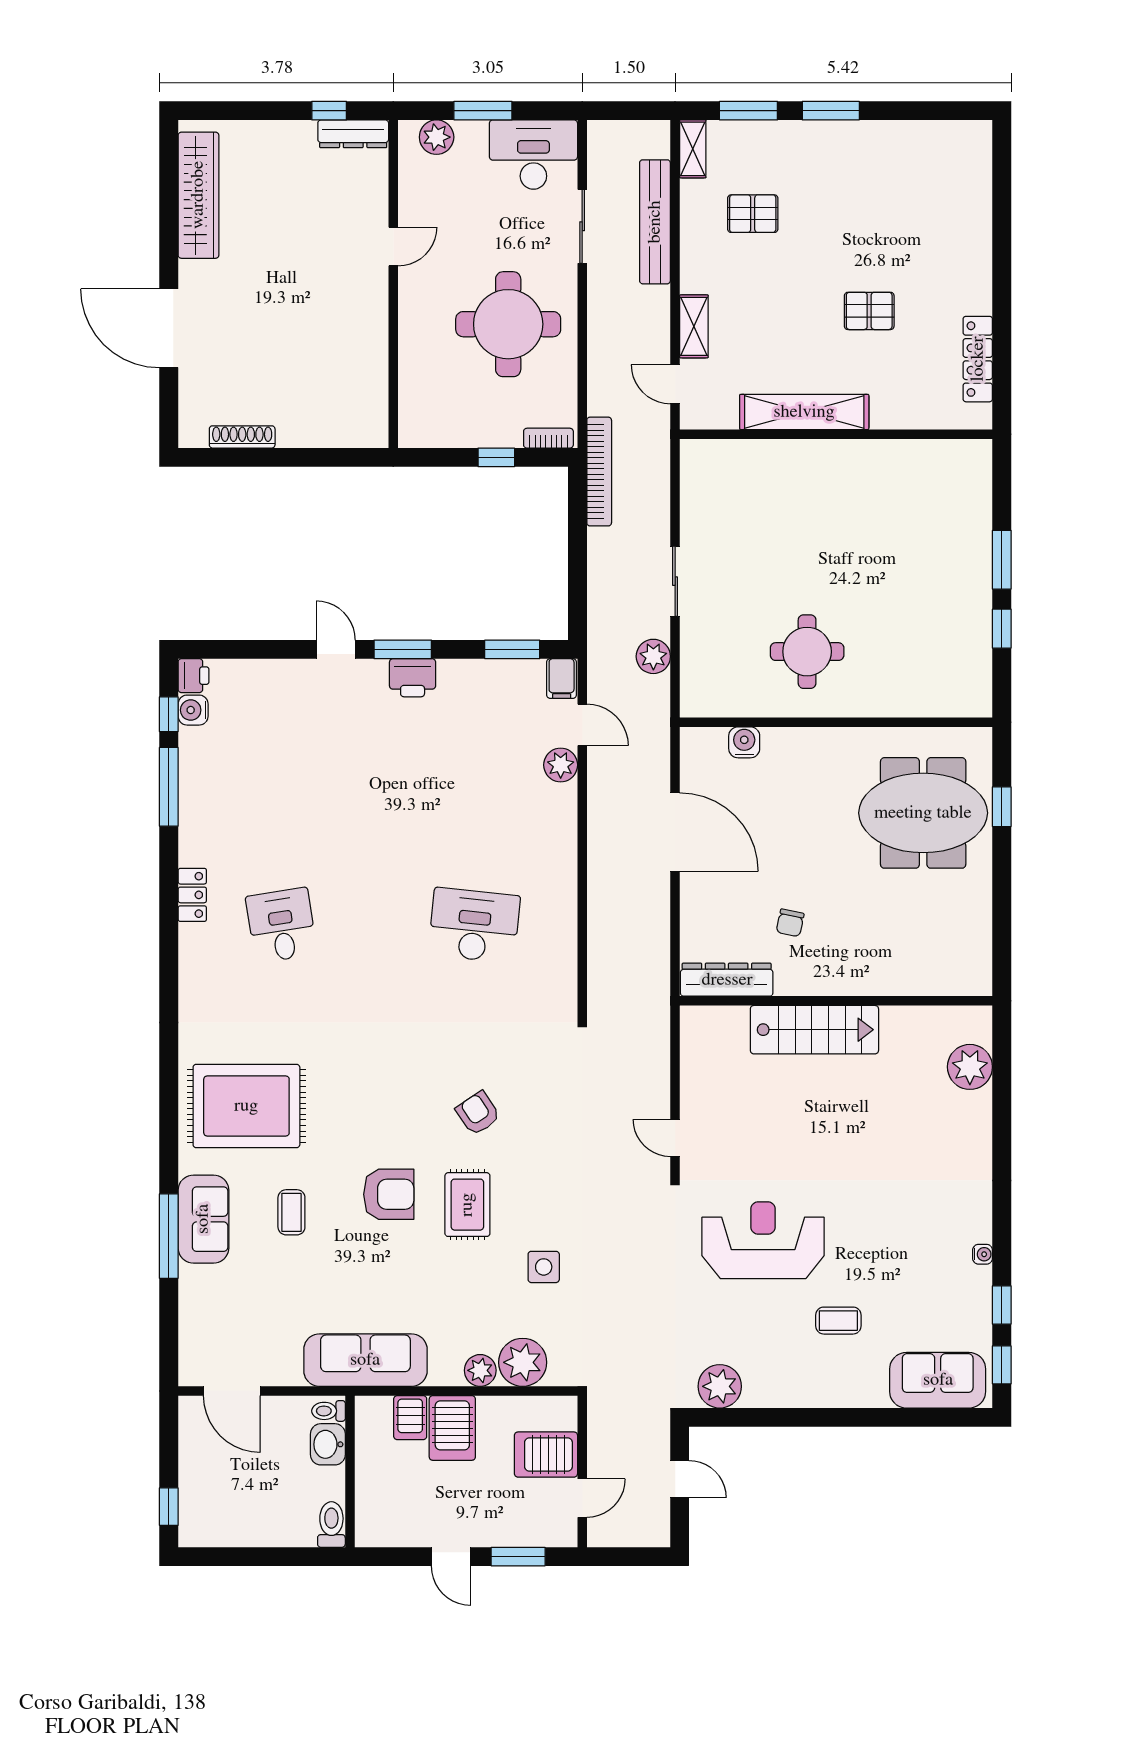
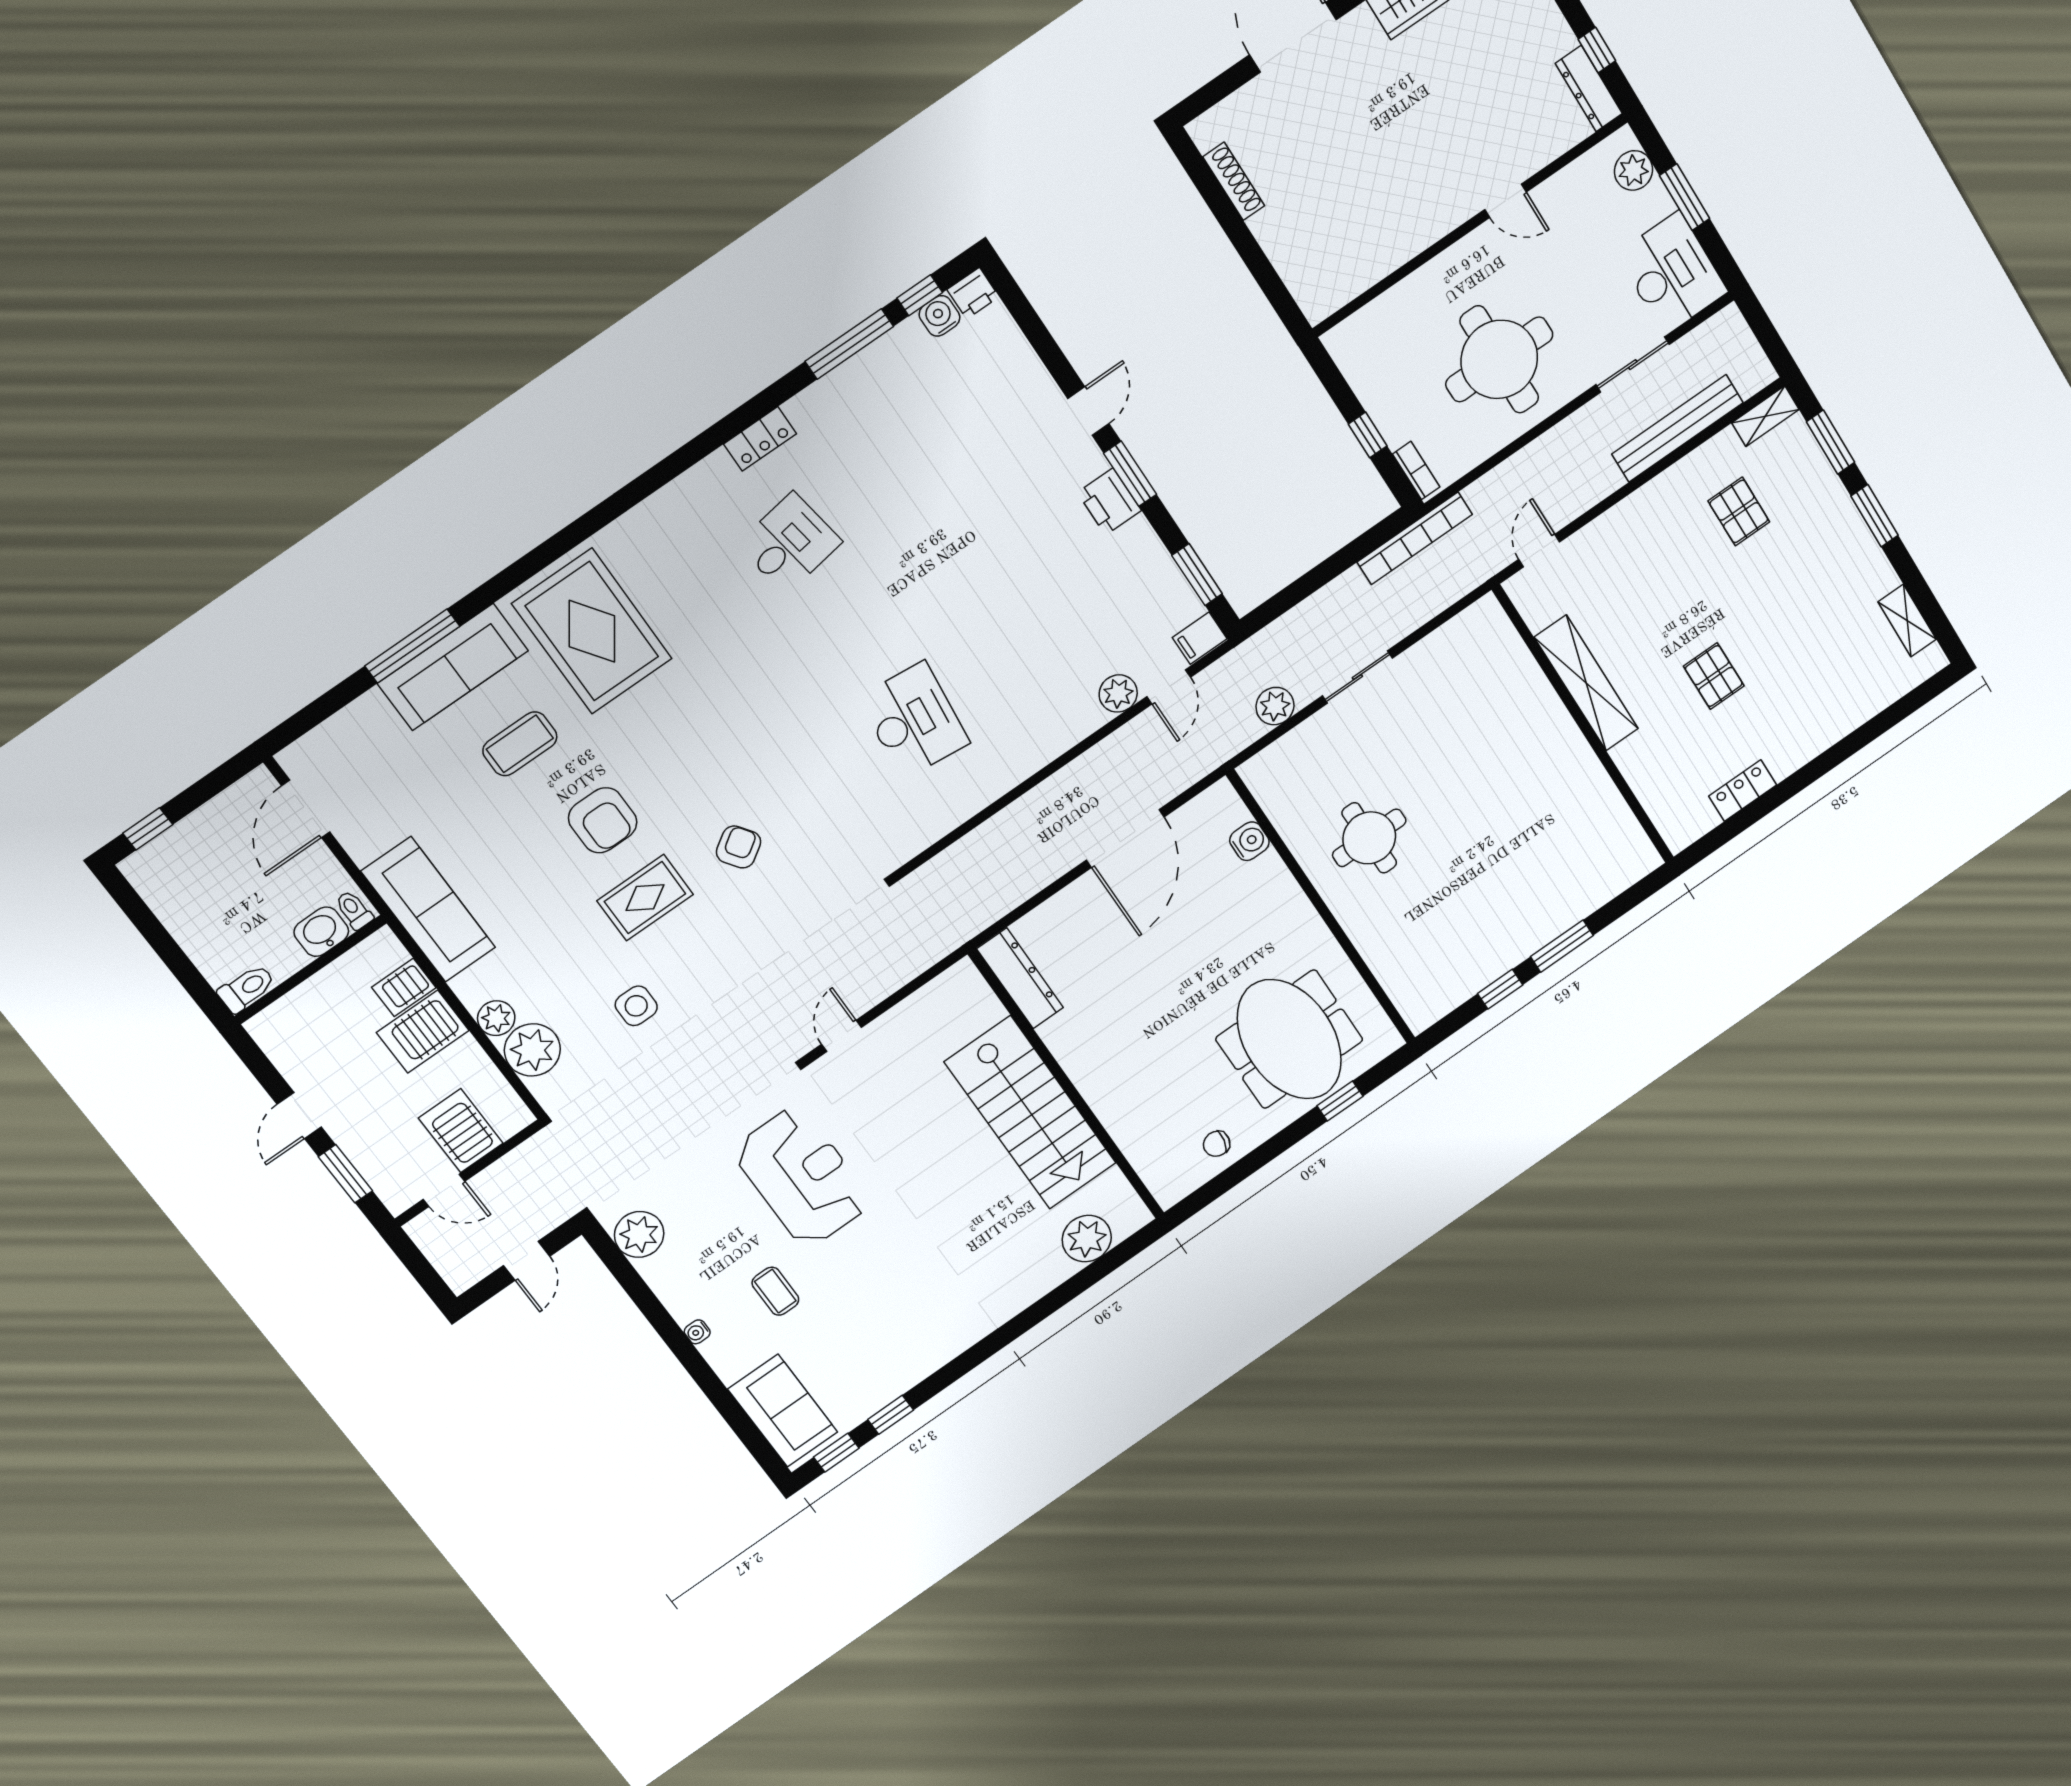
shelving: (694, 326) -> (1907, 621), moved, turned 90
locker: (978, 359) -> (1743, 791), width x0.66
chair: (790, 923) -> (1217, 1144), moved
stairs: (814, 1030) -> (1030, 1113), width x1.36, depth x1.51
coffee table: (291, 1212) -> (520, 744), width x1.36, depth x1.30
sofa: (203, 1219) -> (453, 667), width x1.36
water cooler: (983, 1254) -> (697, 1332), moved, turned 90

